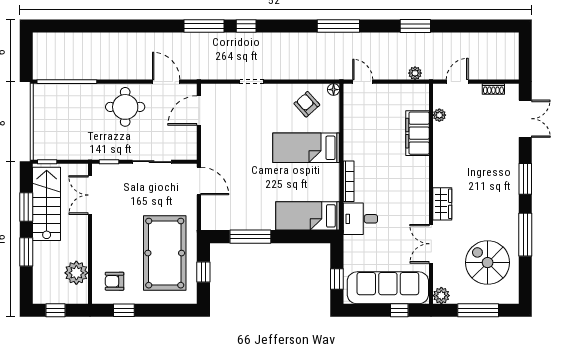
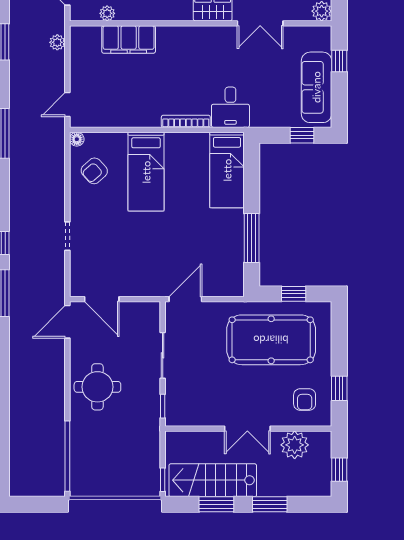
door: (166, 82) -> (67, 322), moved
double door: (90, 195) -> (247, 429), moved
sofa: (388, 288) -> (316, 87), width x0.74, depth x0.79

